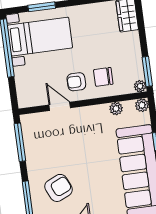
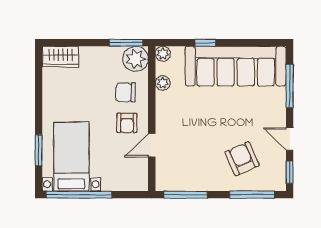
chair: (103, 77) -> (126, 92), turned 90
plant: (140, 86) -> (136, 59), width x1.88, depth x1.88

